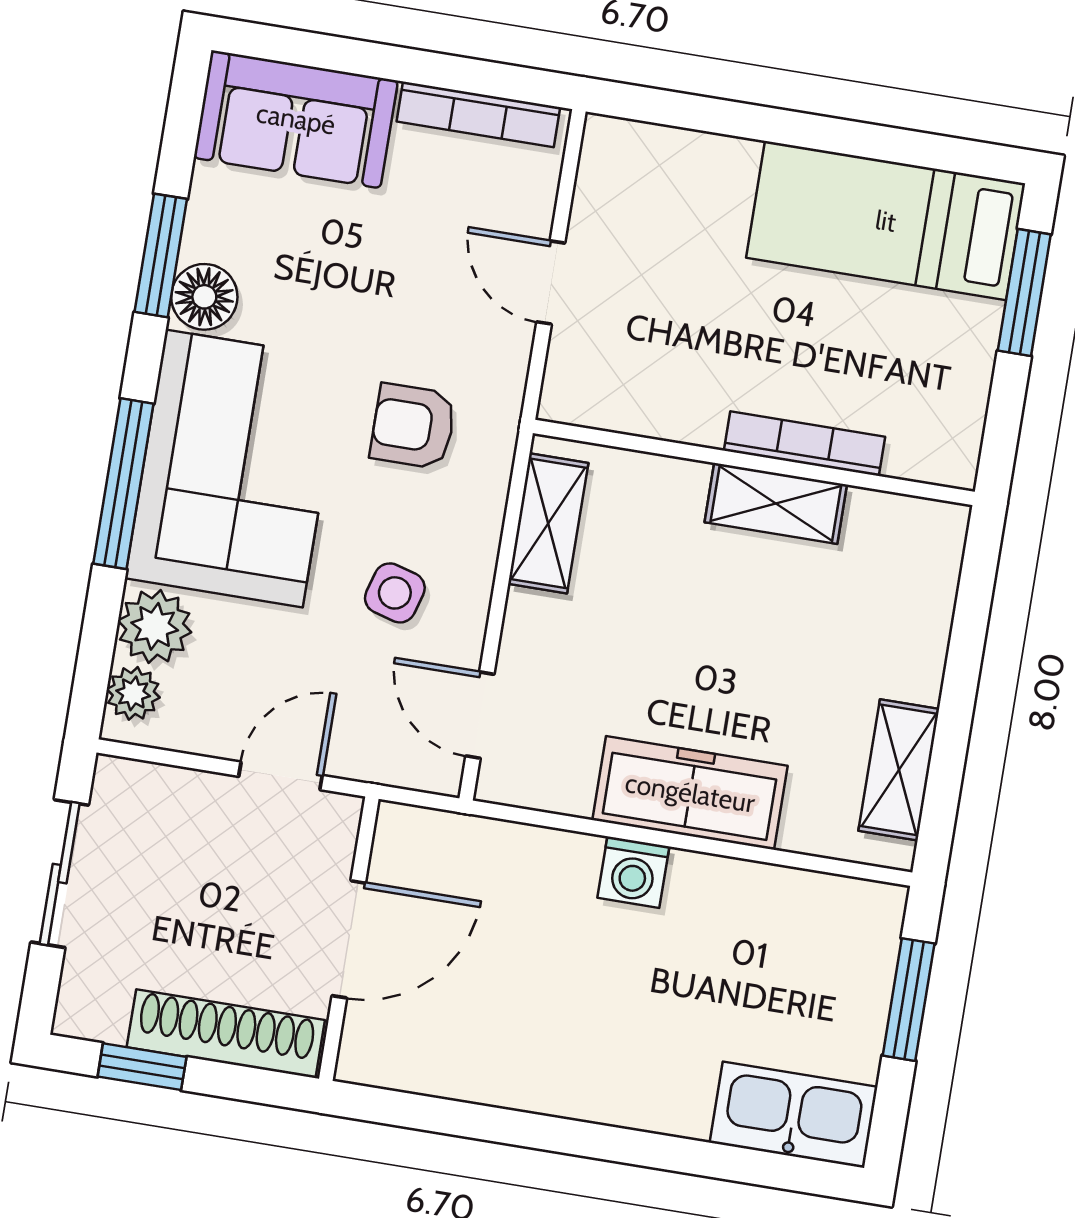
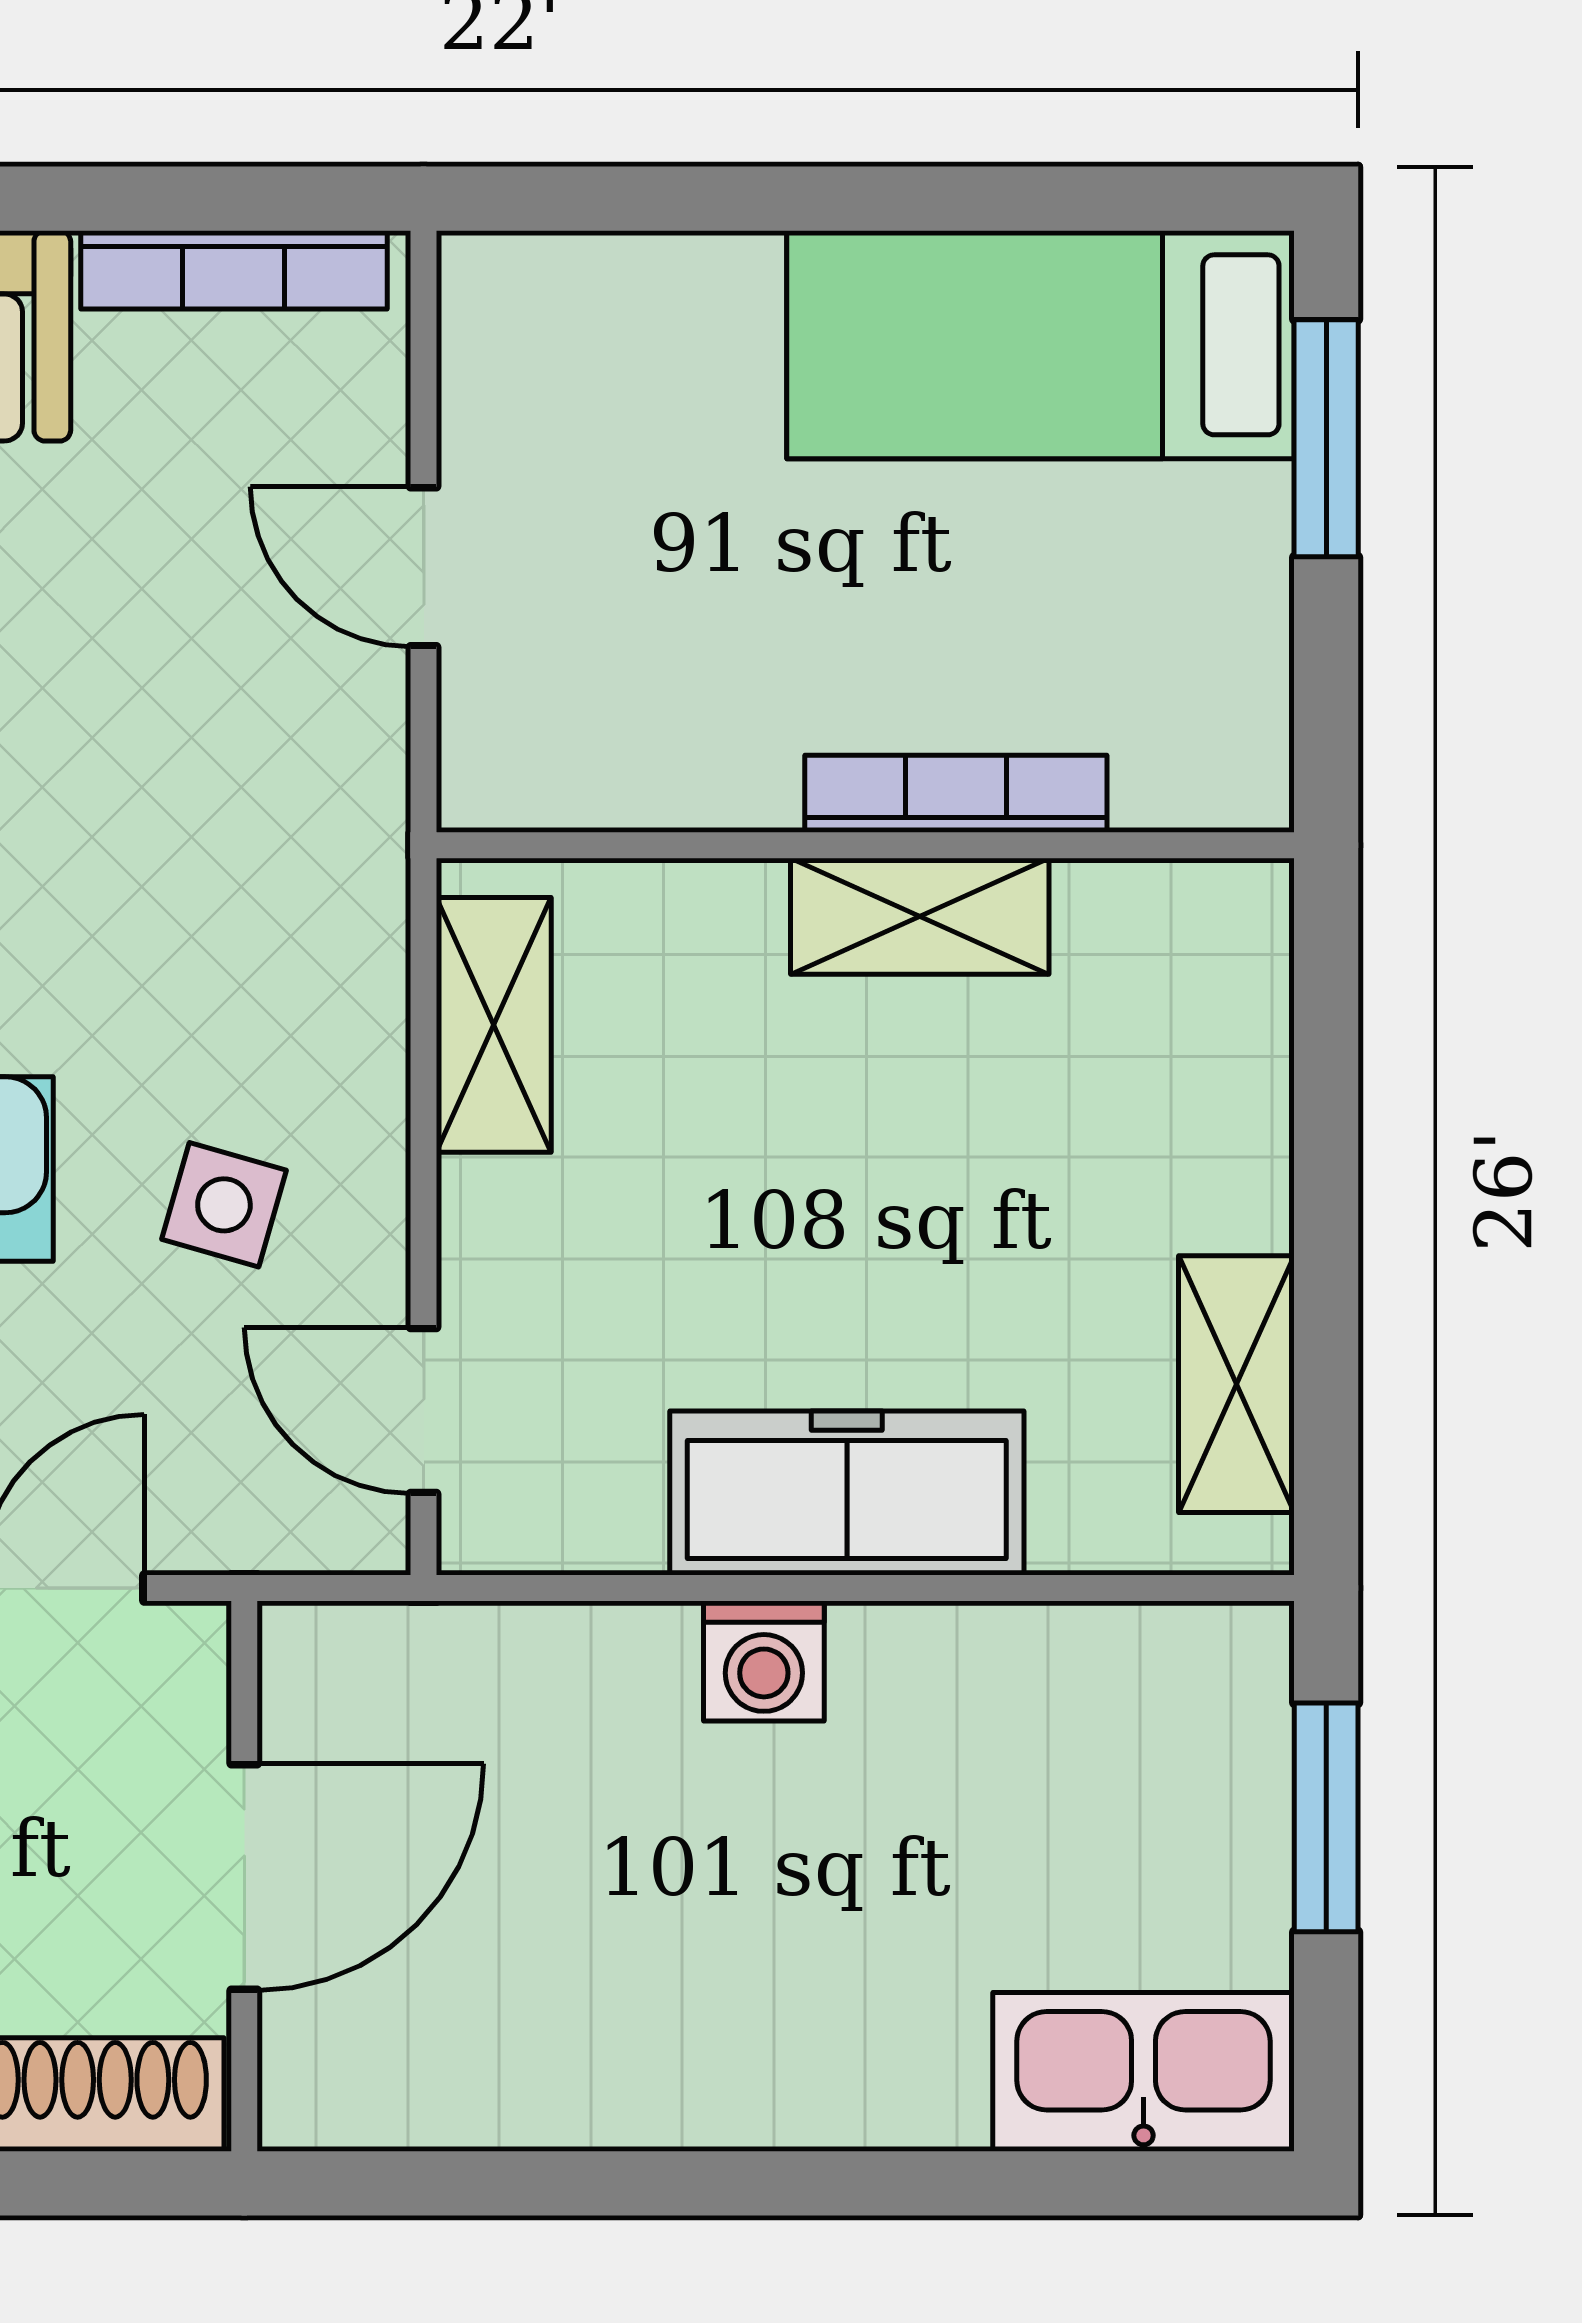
armchair: (413, 426) -> (207, 882), removed

